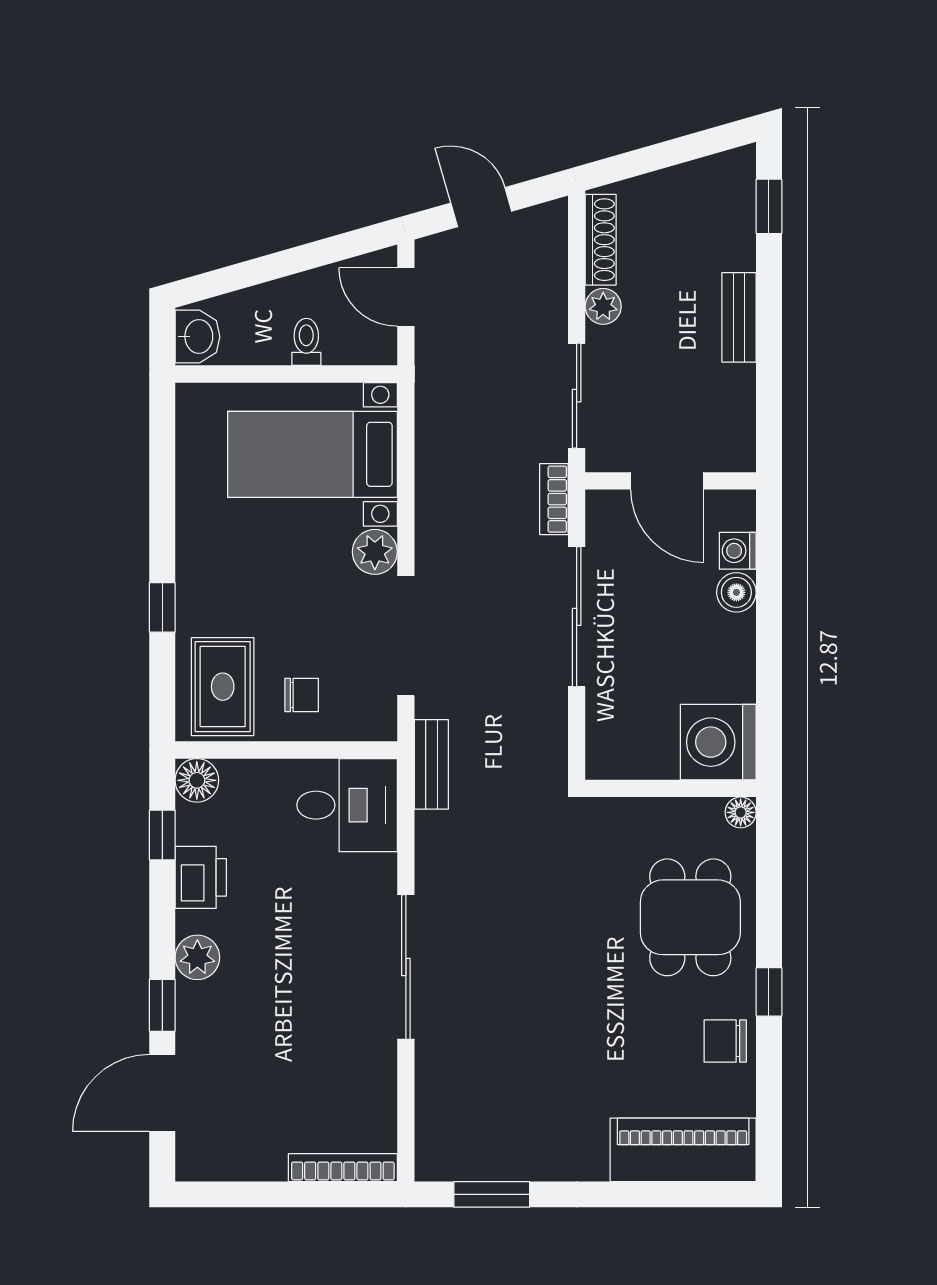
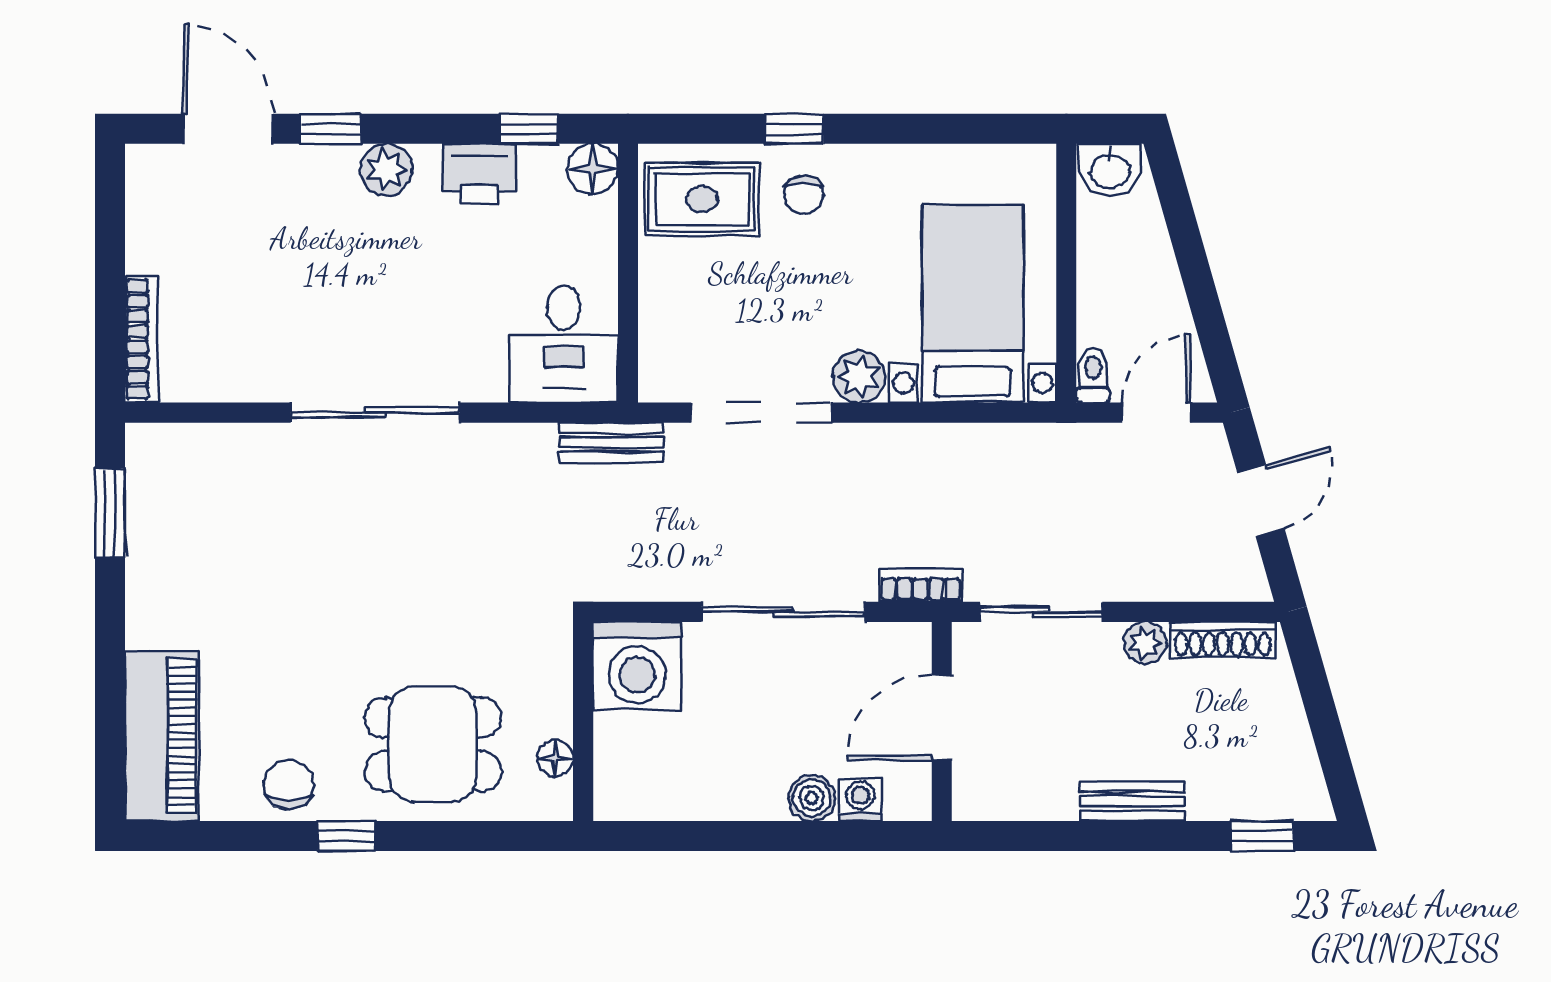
toilet: (306, 342) -> (1093, 375), moved, turned -90
chair: (302, 695) -> (803, 195), moved
washing machine: (718, 742) -> (637, 666), moved, turned 180
floor lamp: (741, 812) -> (555, 758), moved

